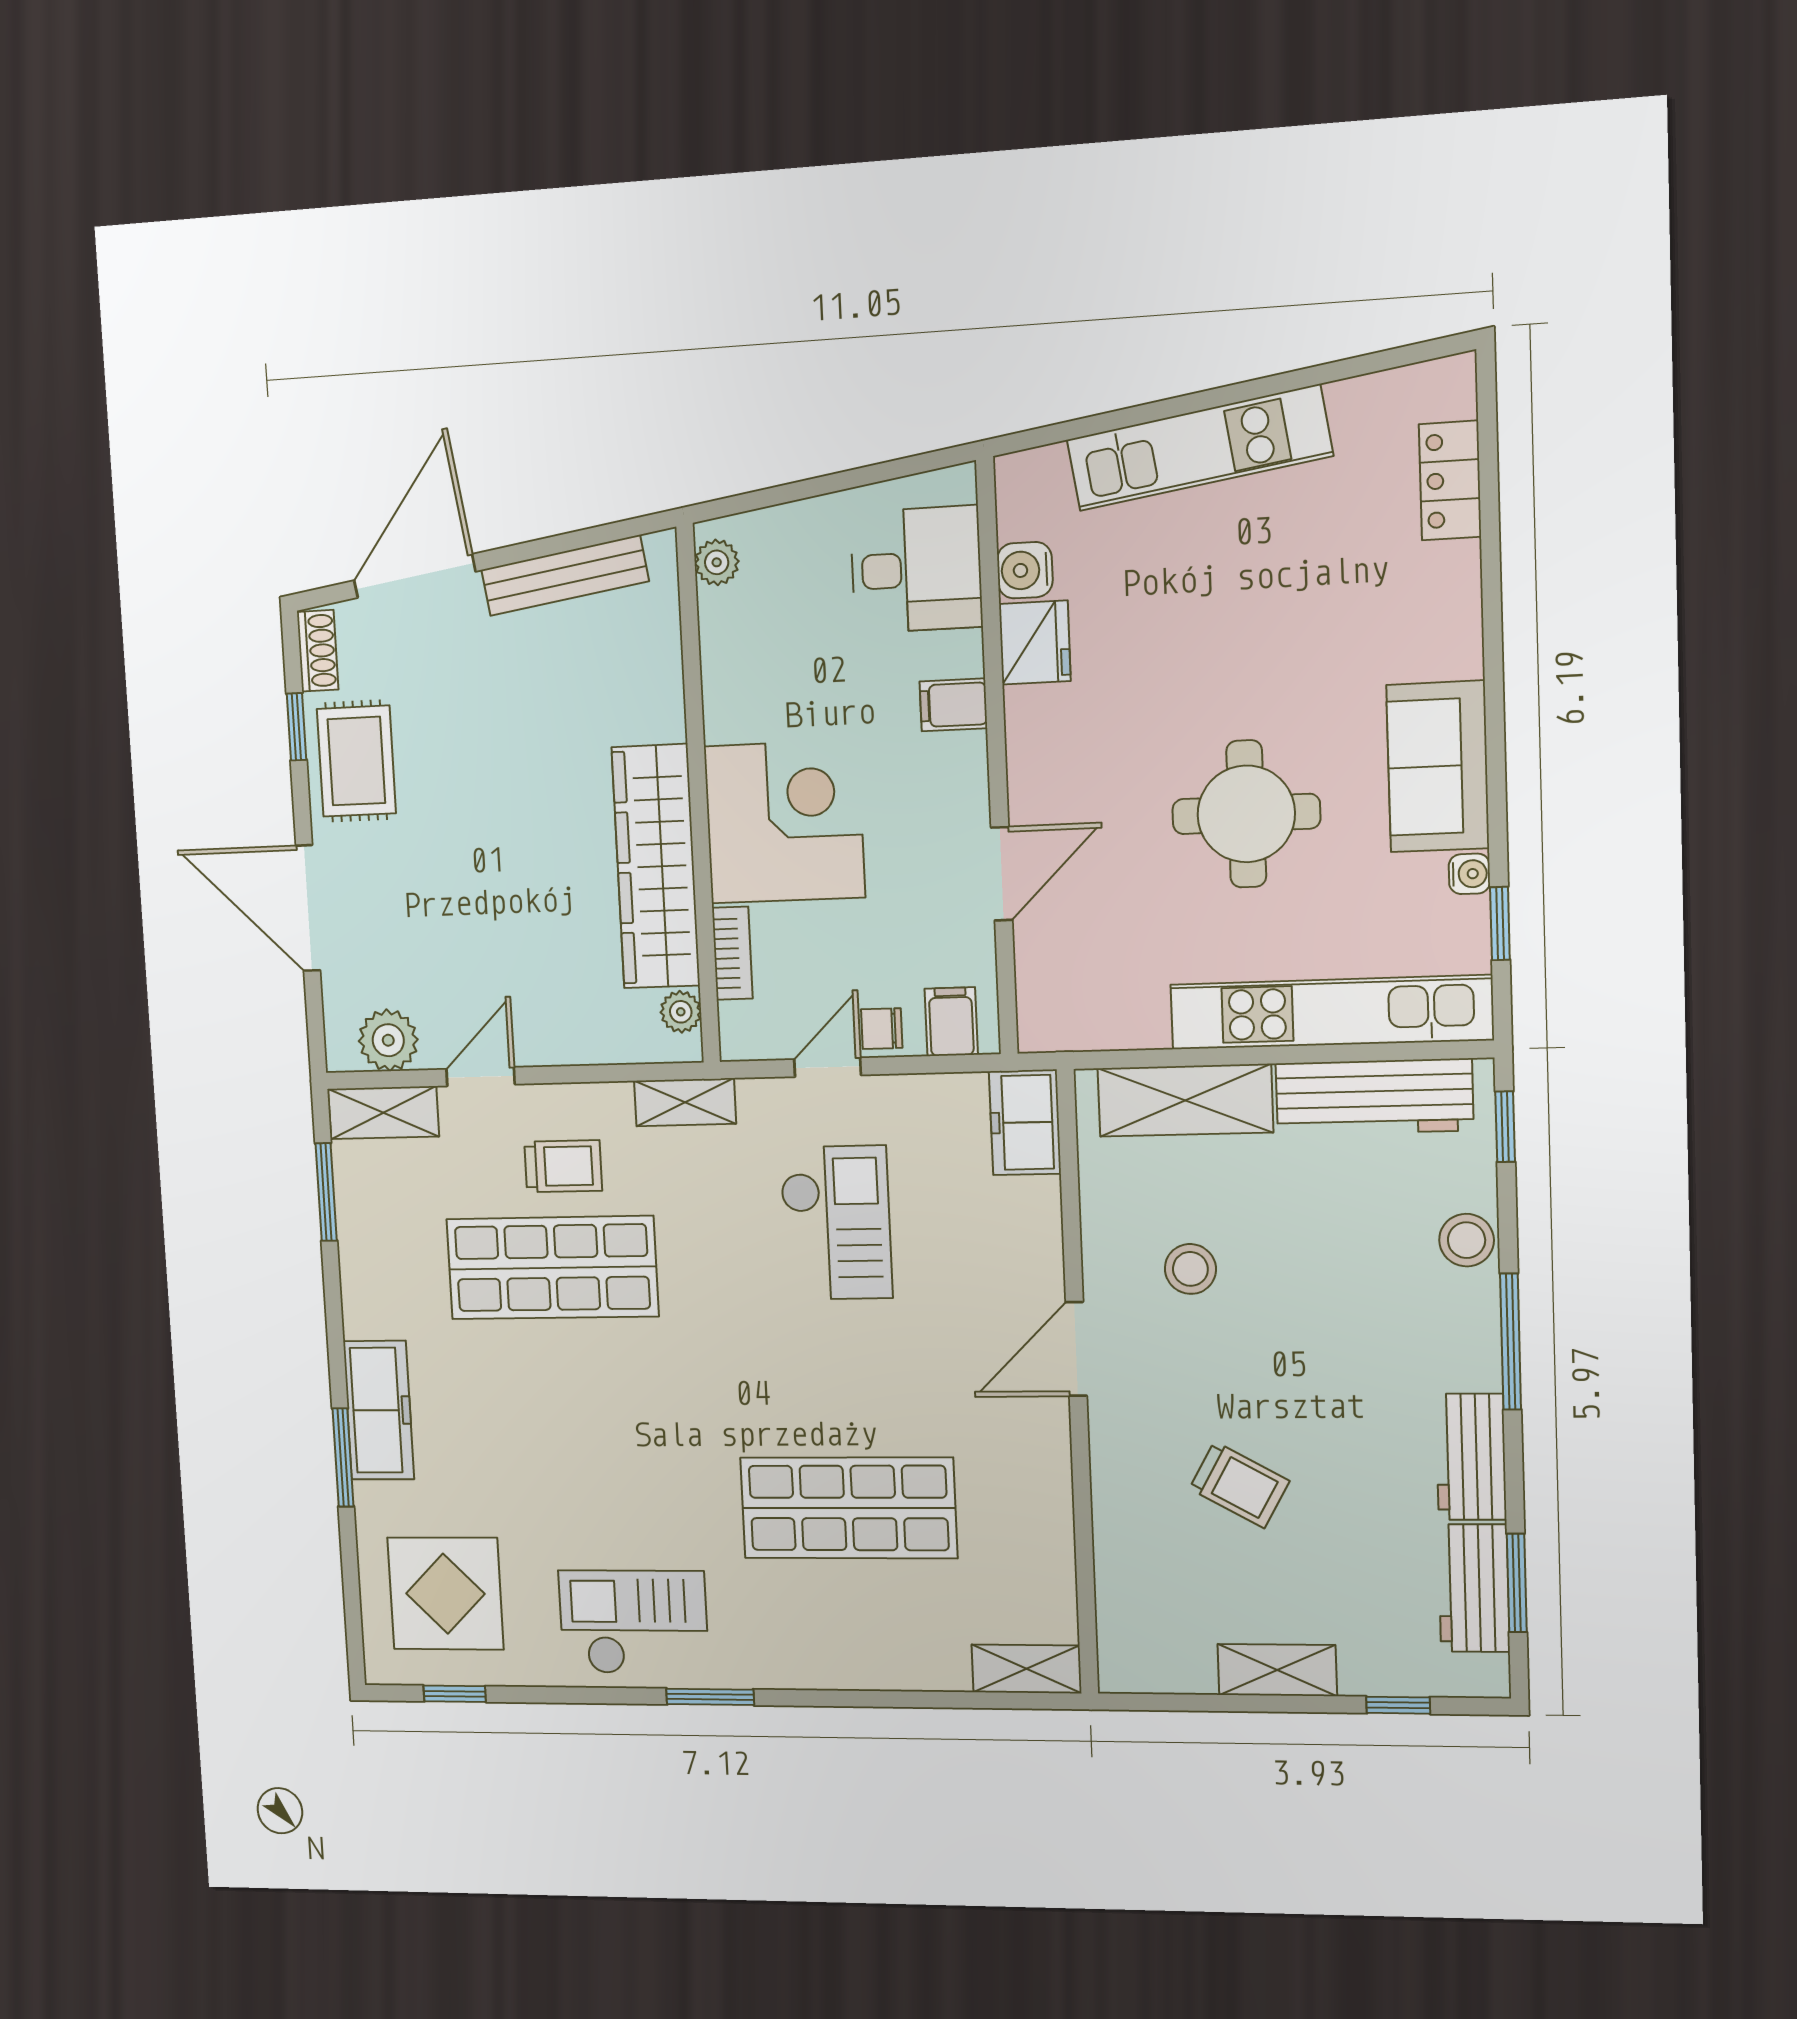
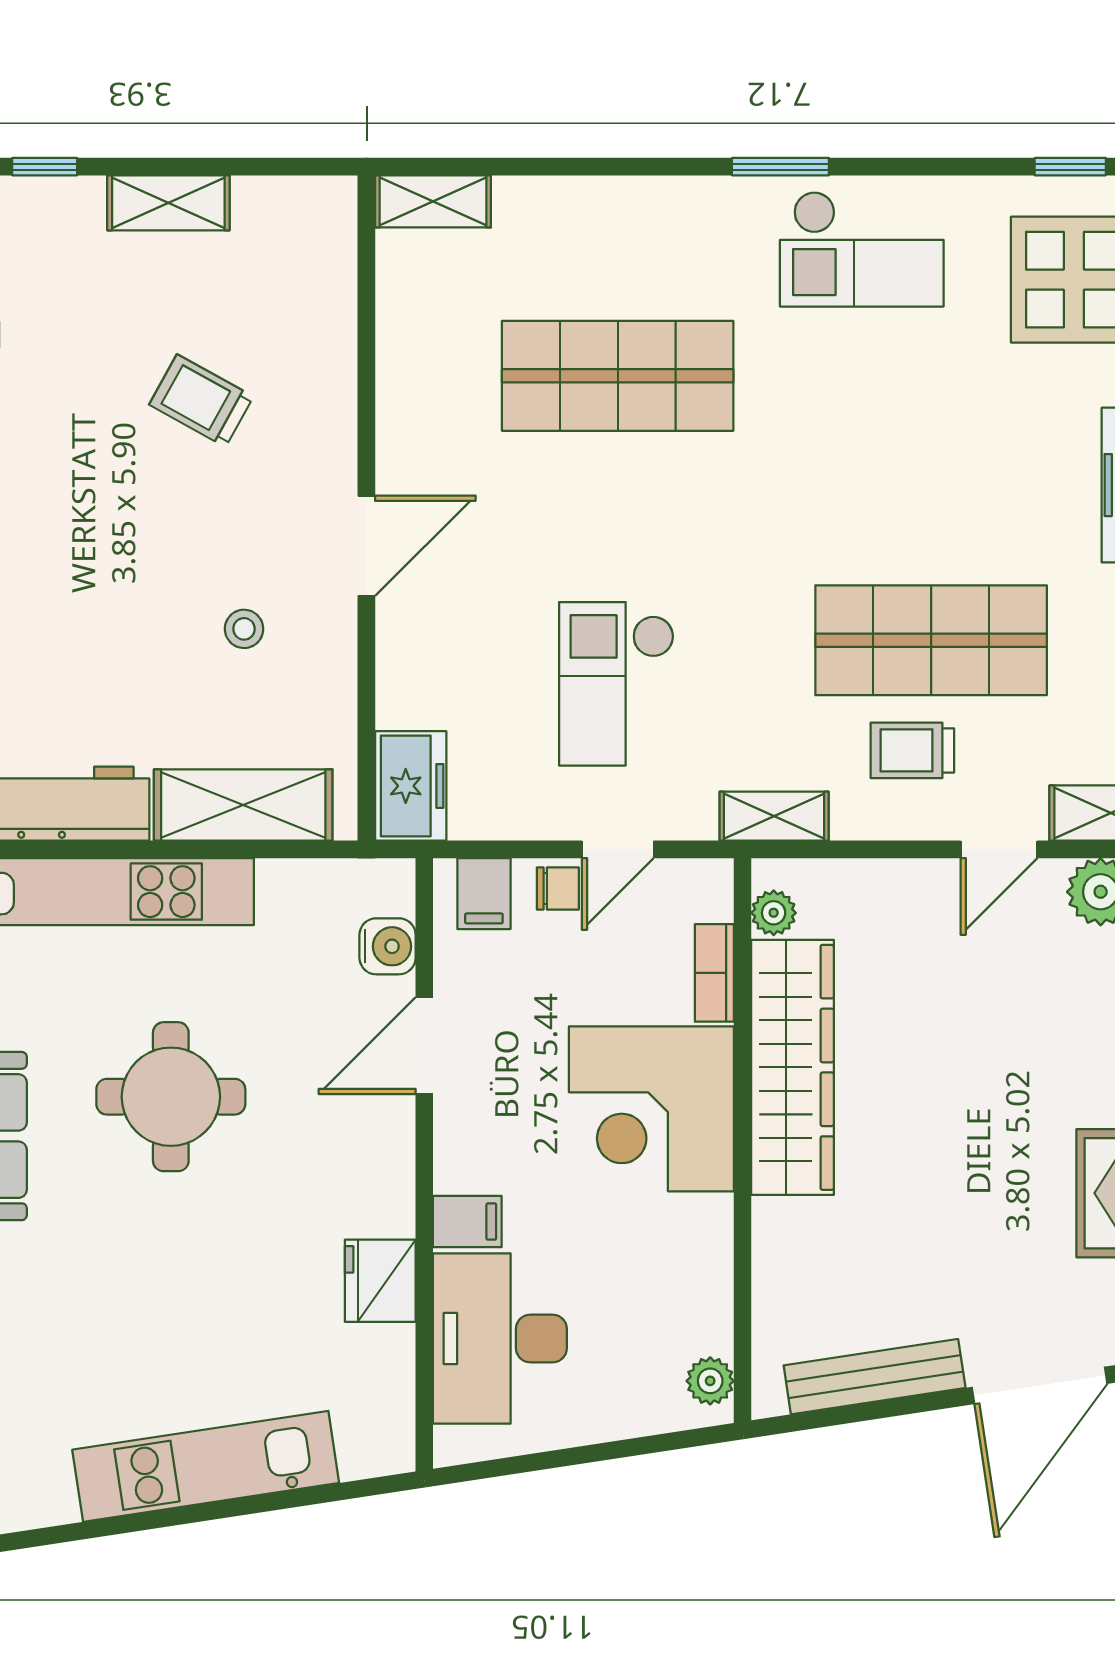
desk: (916, 569) -> (500, 1338), width x1.37
water cooler: (1025, 570) -> (388, 946), moved
stool: (1190, 1269) -> (244, 629), width x0.73, depth x0.73

